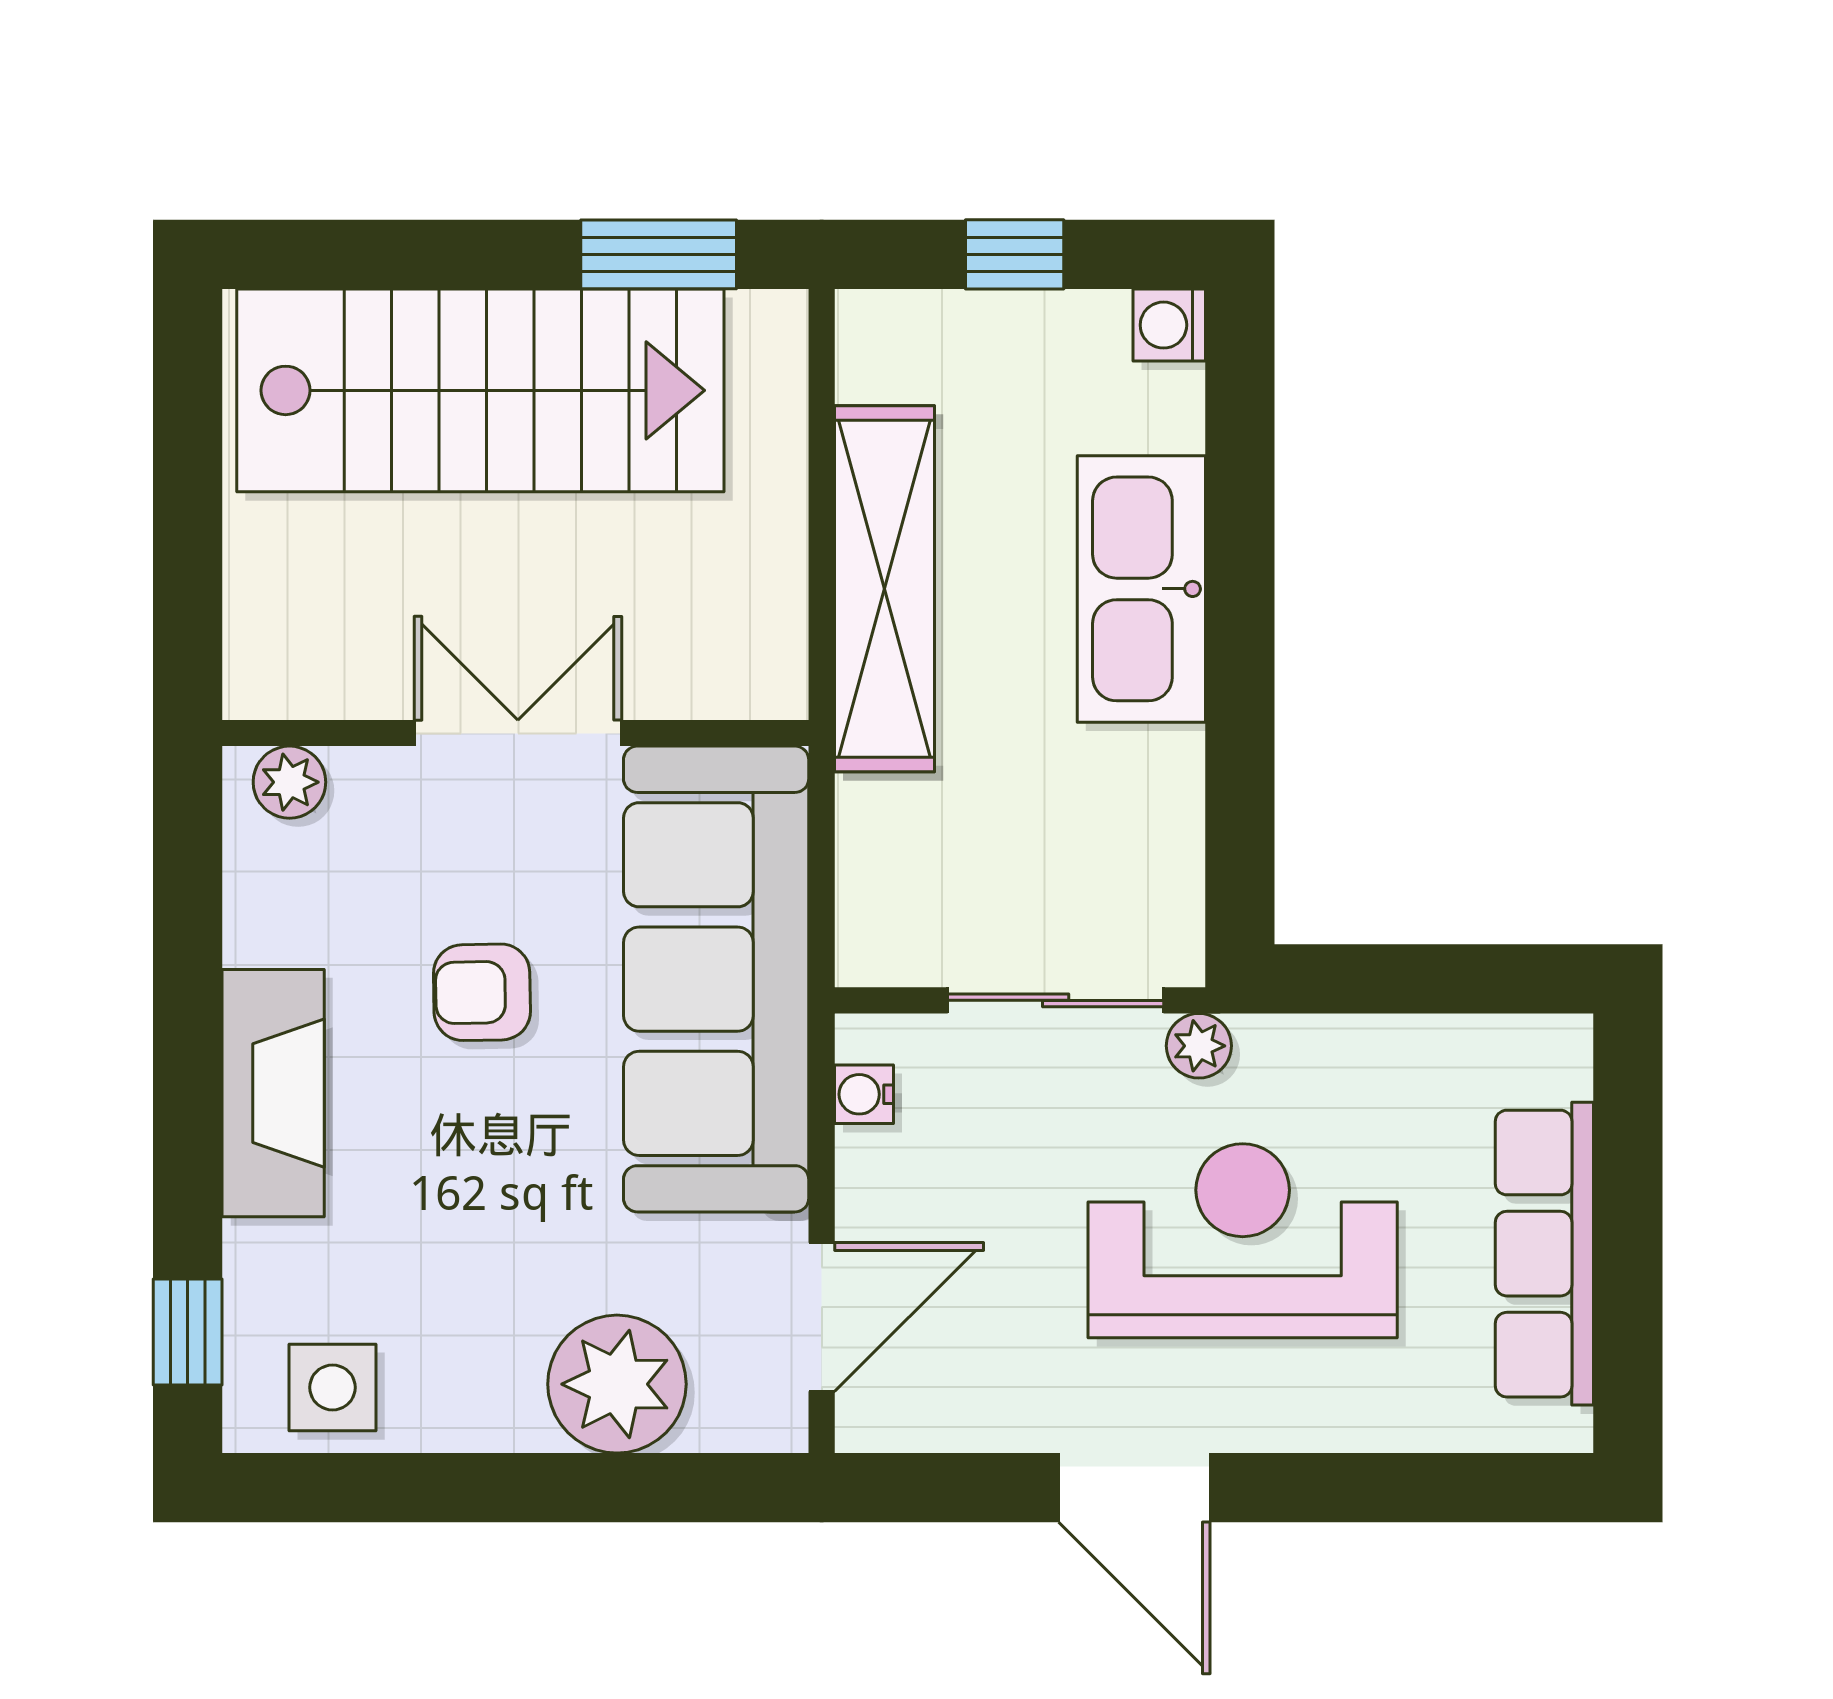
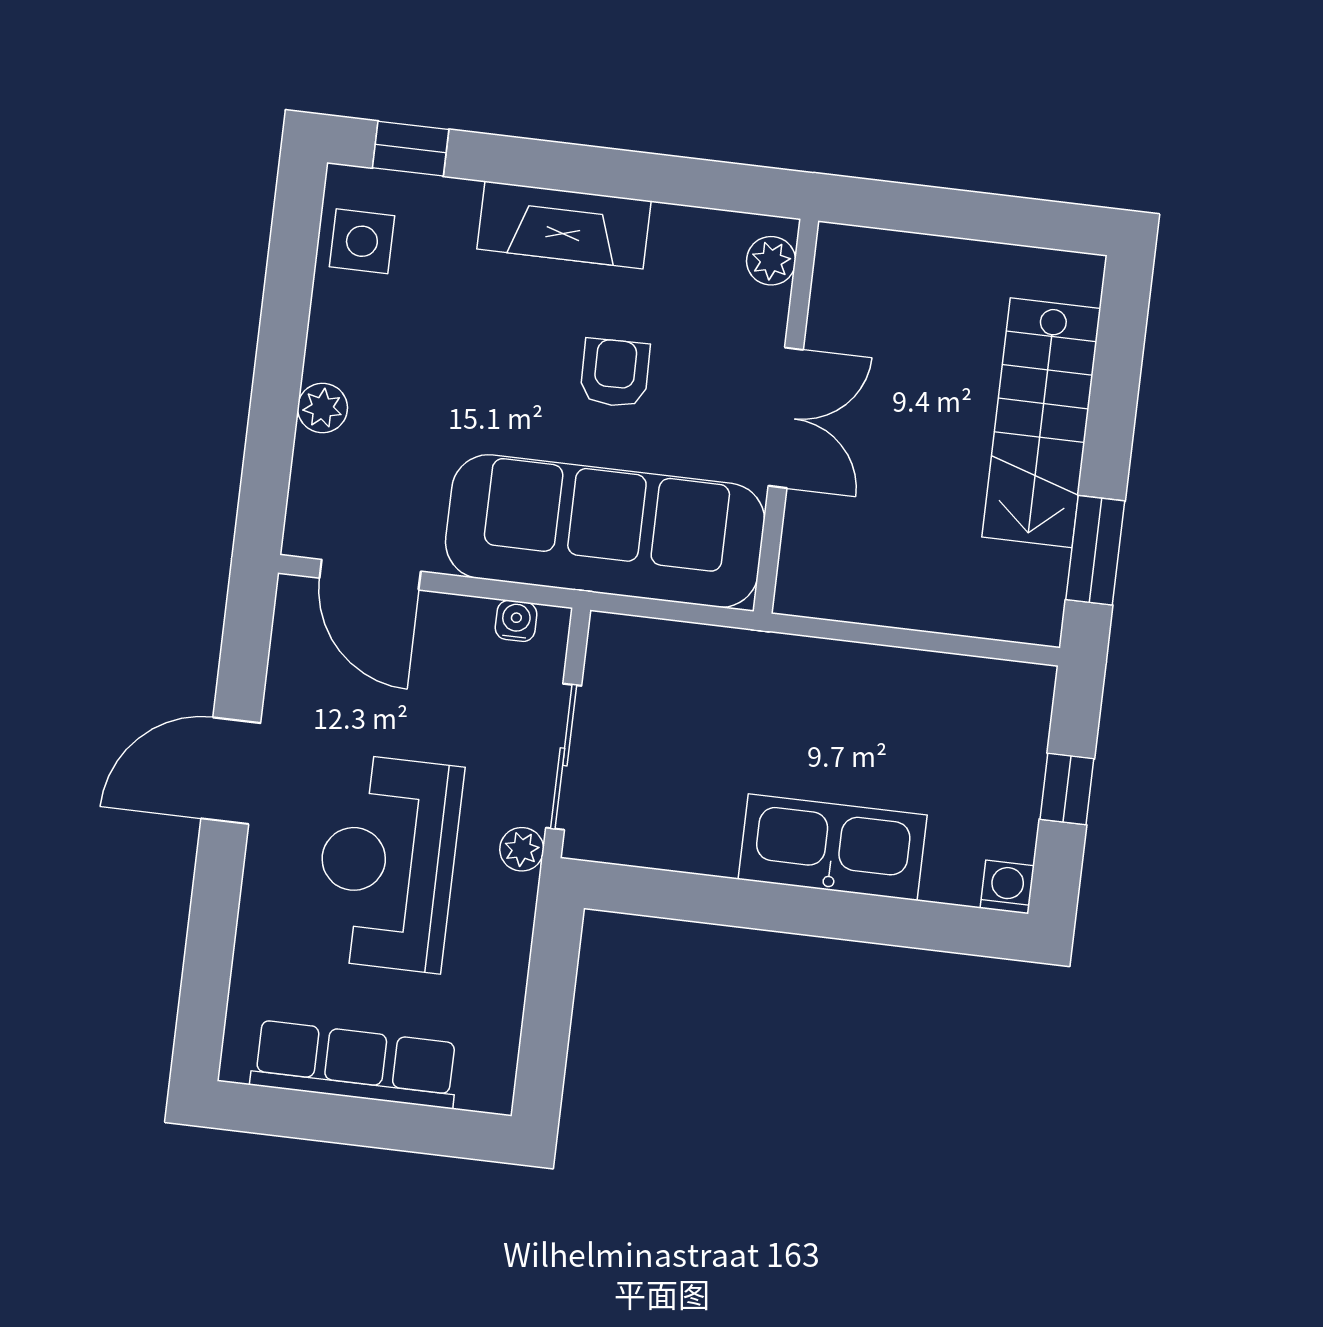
stairs: (480, 390) -> (1041, 423), width x0.73, depth x0.66
shelving: (884, 589) -> (853, 675), removed
reception desk: (1243, 1241) -> (388, 863), turned 180
plant: (617, 1384) -> (322, 408), width x0.53, depth x0.53

